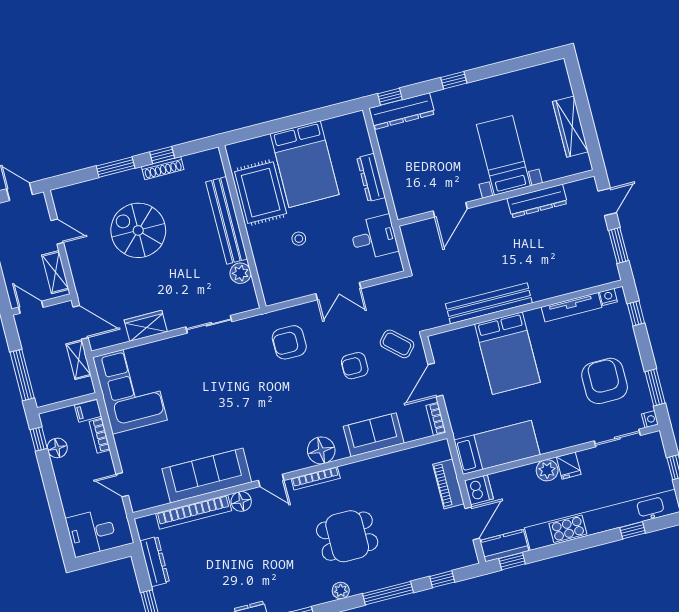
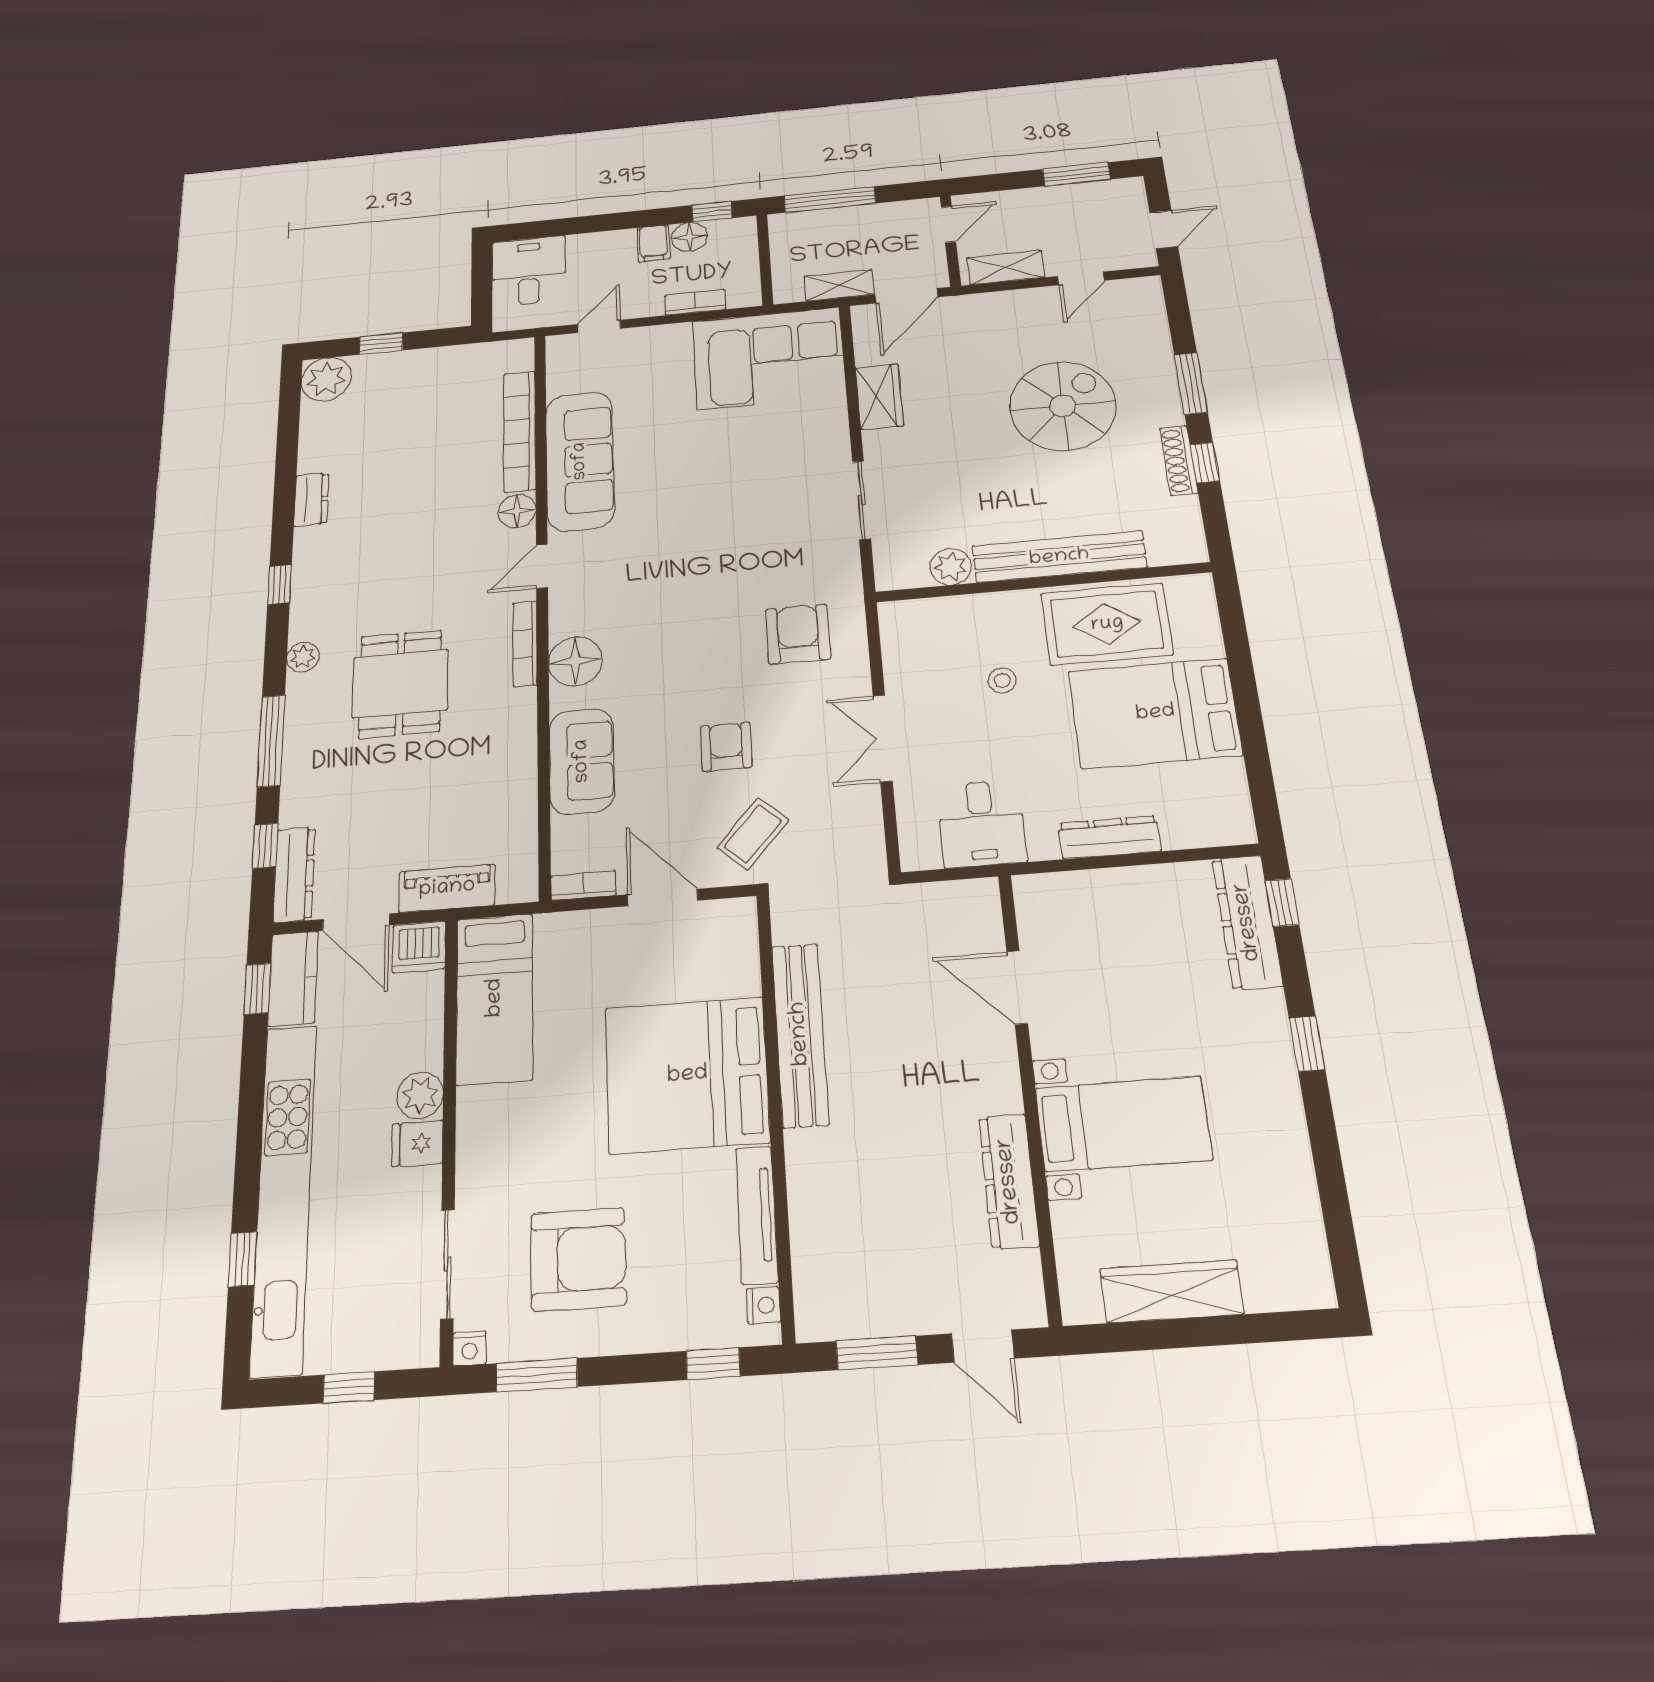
bed: (507, 353) -> (687, 1075), width x1.36
filing cabinet: (88, 411) -> (653, 243), moved, turned 180
dresser: (155, 562) -> (294, 875), moved, turned -90

